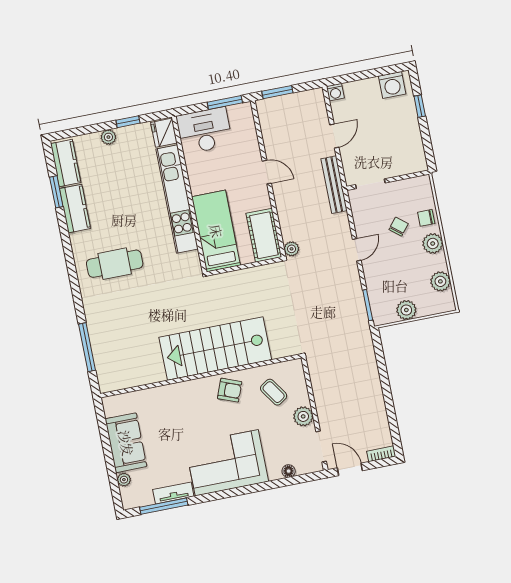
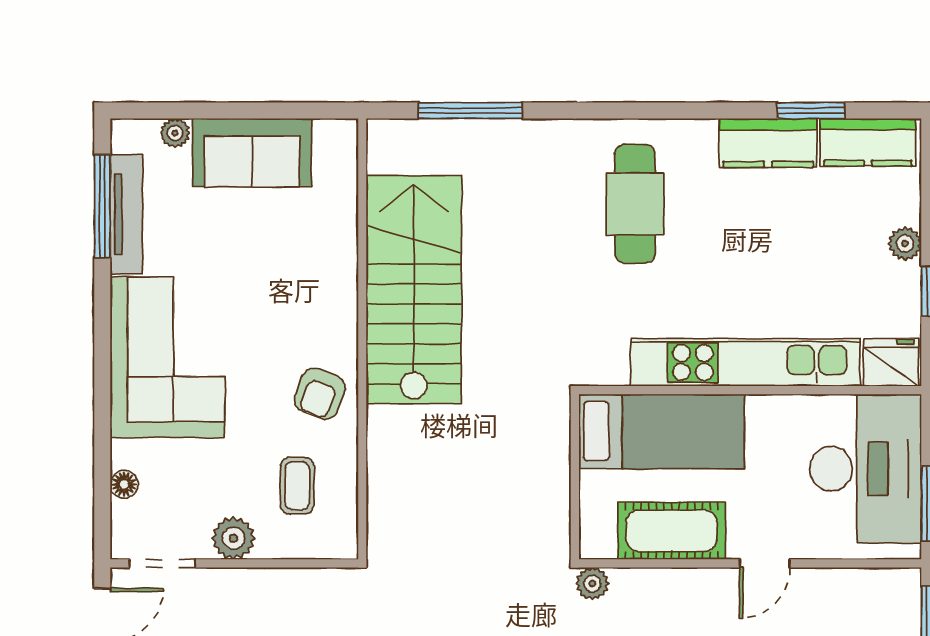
desk: (204, 131) -> (866, 469), width x1.36, depth x1.30
cot: (264, 235) -> (672, 531), moved
stairs: (215, 349) -> (414, 290), moved
coffee table: (274, 392) -> (297, 486), turned -56
tv unit: (173, 493) -> (126, 214), width x1.41

